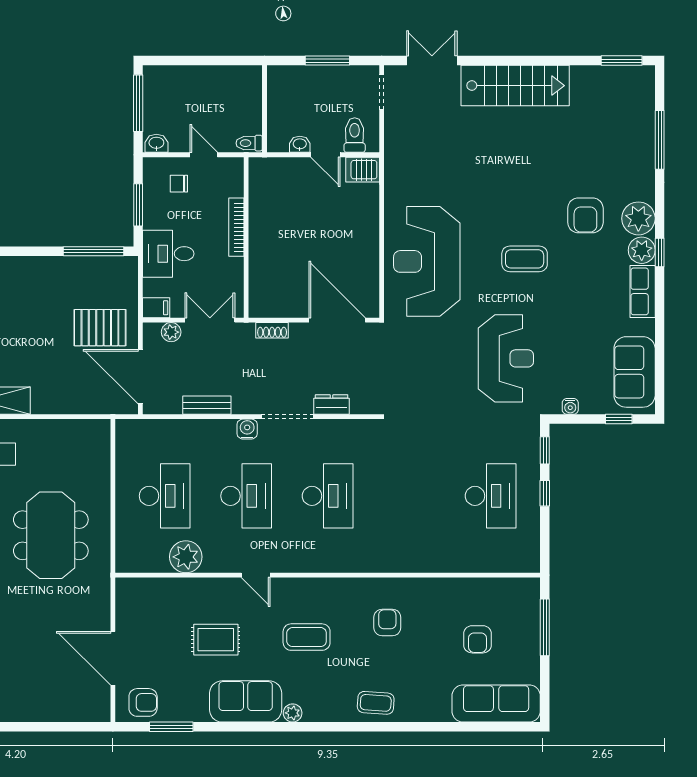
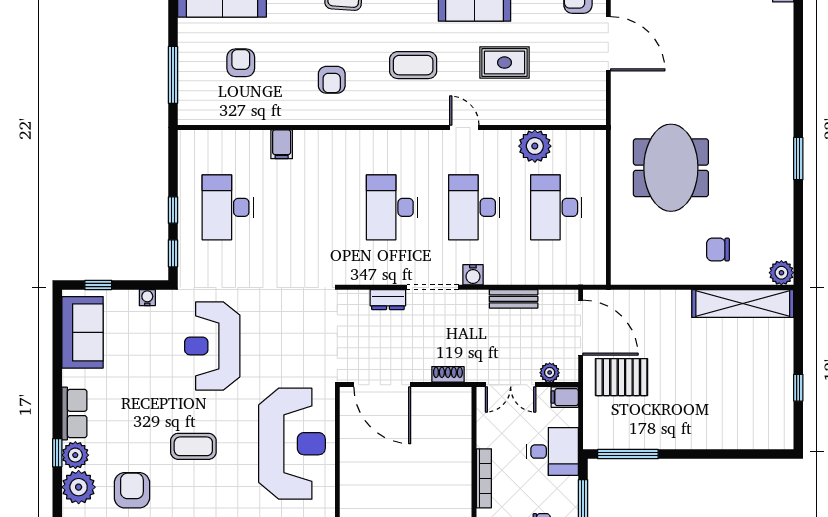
filing cabinet: (437, 559) -> (282, 144), added

